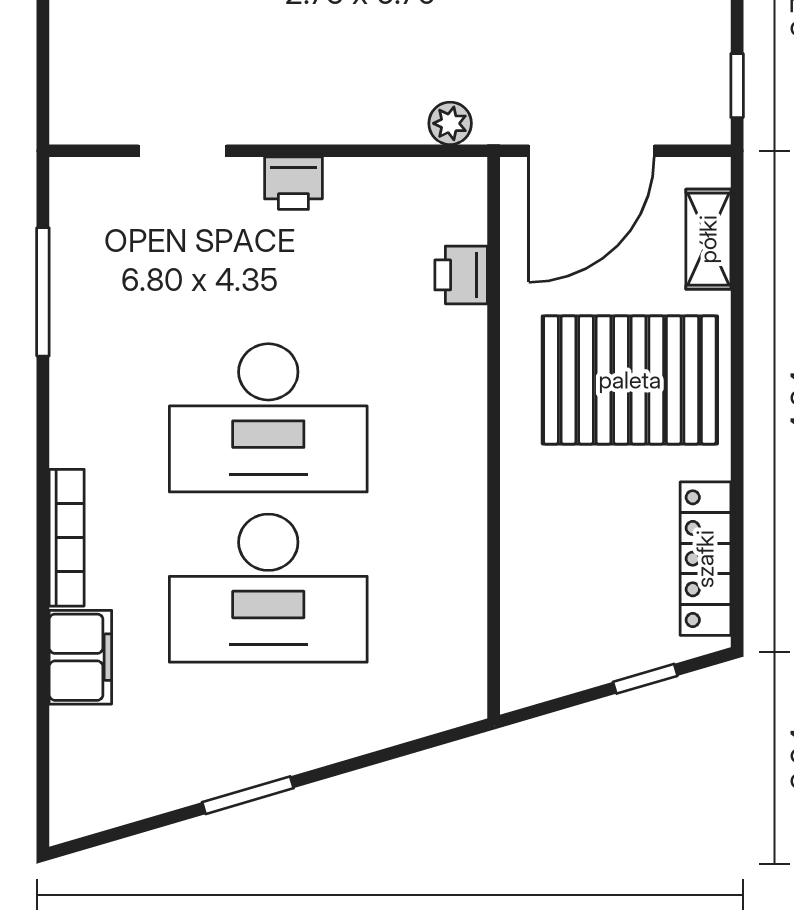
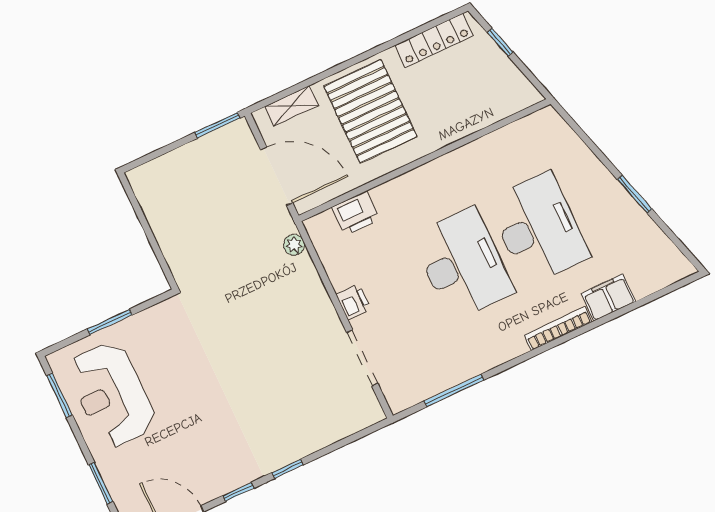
window: (737, 86) -> (217, 125), width x1.50
doorway: (182, 151) -> (362, 358), width x1.38
printer: (461, 275) -> (356, 213), width x1.36, depth x1.24

